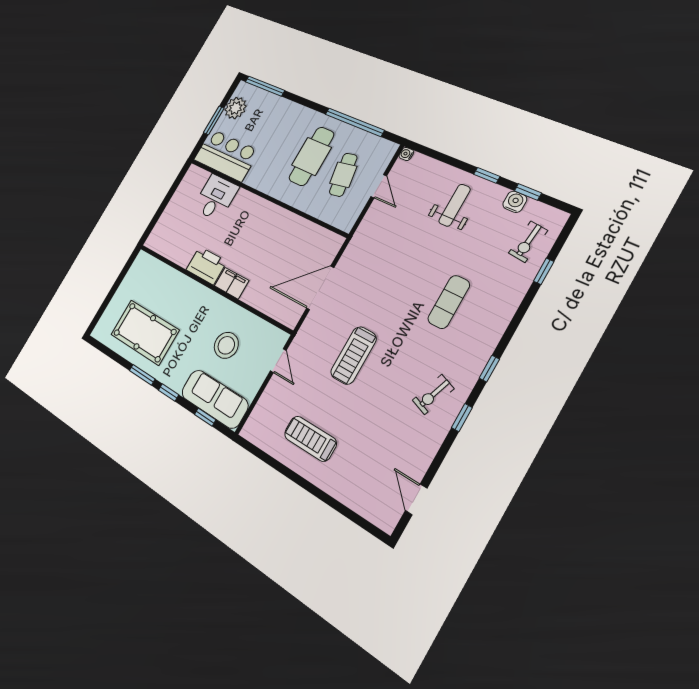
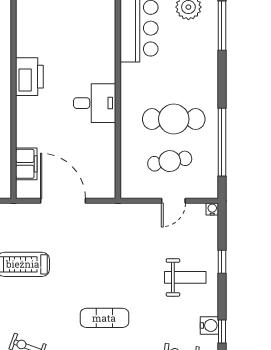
window: (487, 175) -> (222, 262), moved
desk: (216, 198) -> (95, 103), moved
filing cabinet: (232, 283) -> (26, 164), moved

